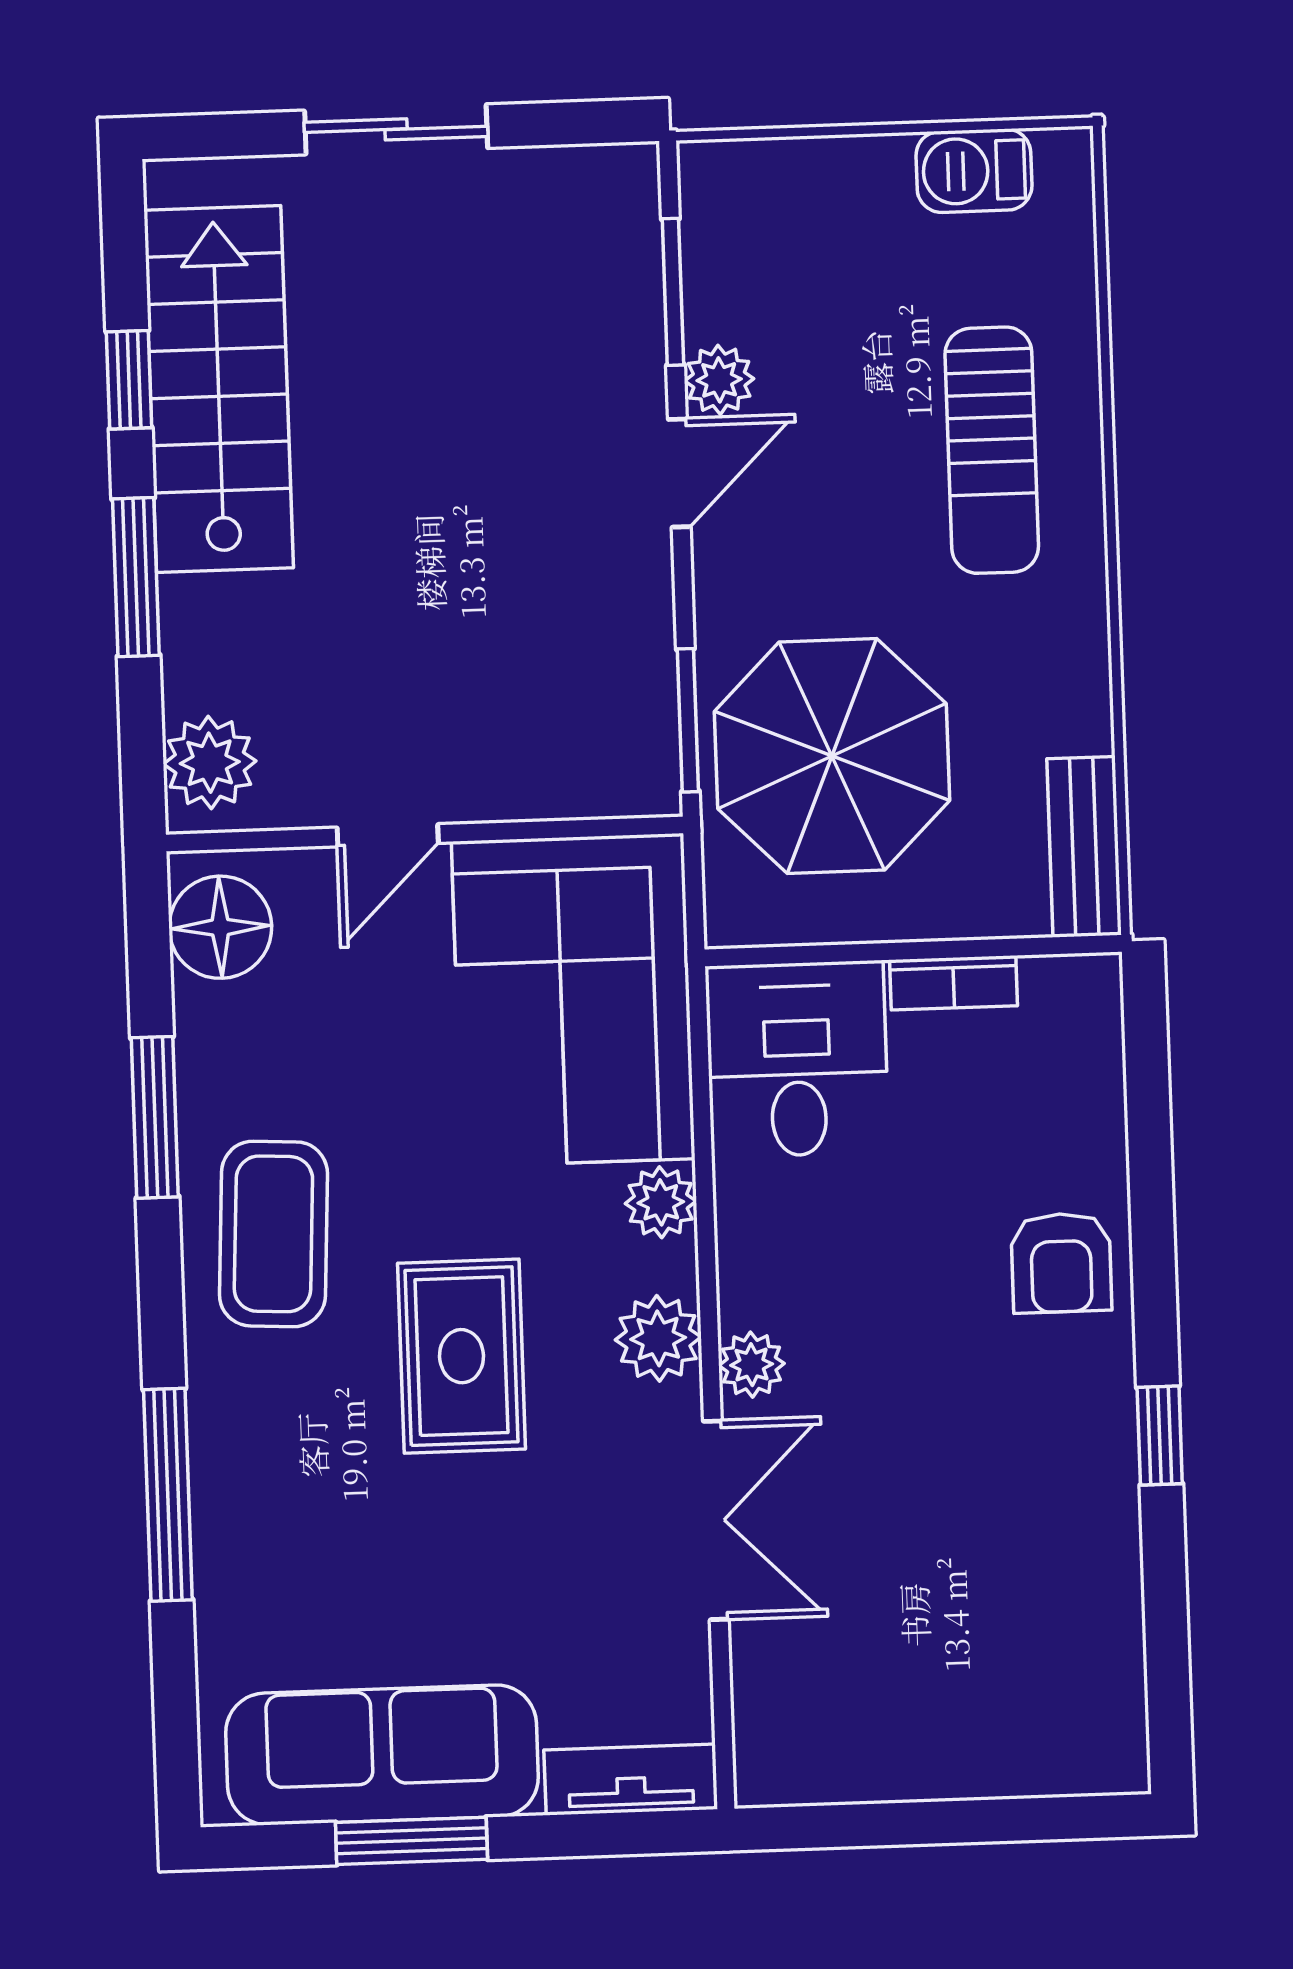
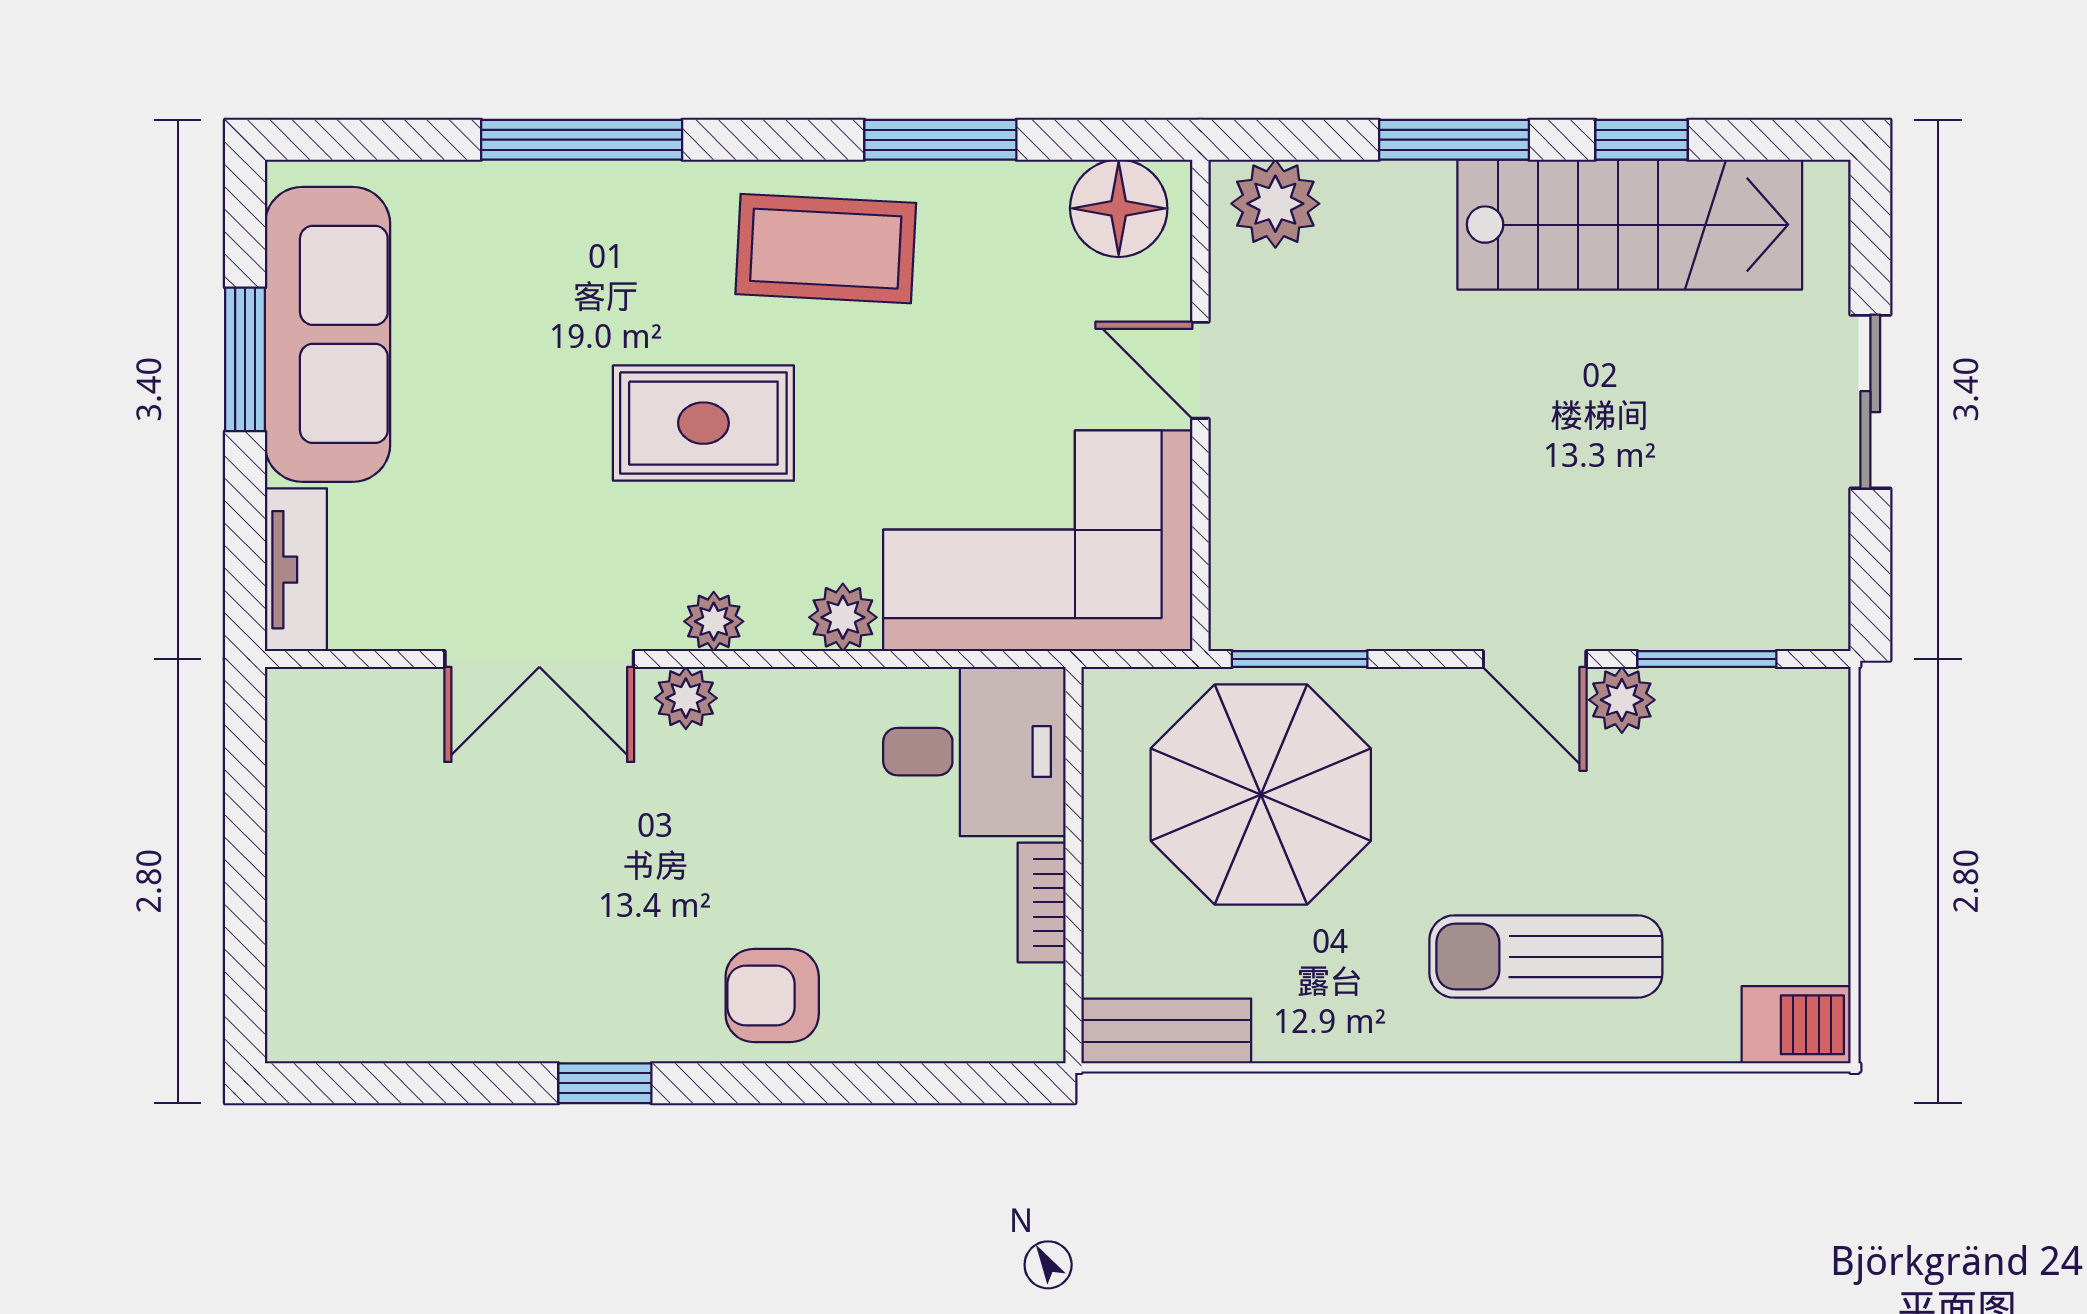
barbecue: (974, 171) -> (1796, 1025), moved, turned 90
plant: (658, 1338) -> (714, 621), width x0.73, depth x0.73

